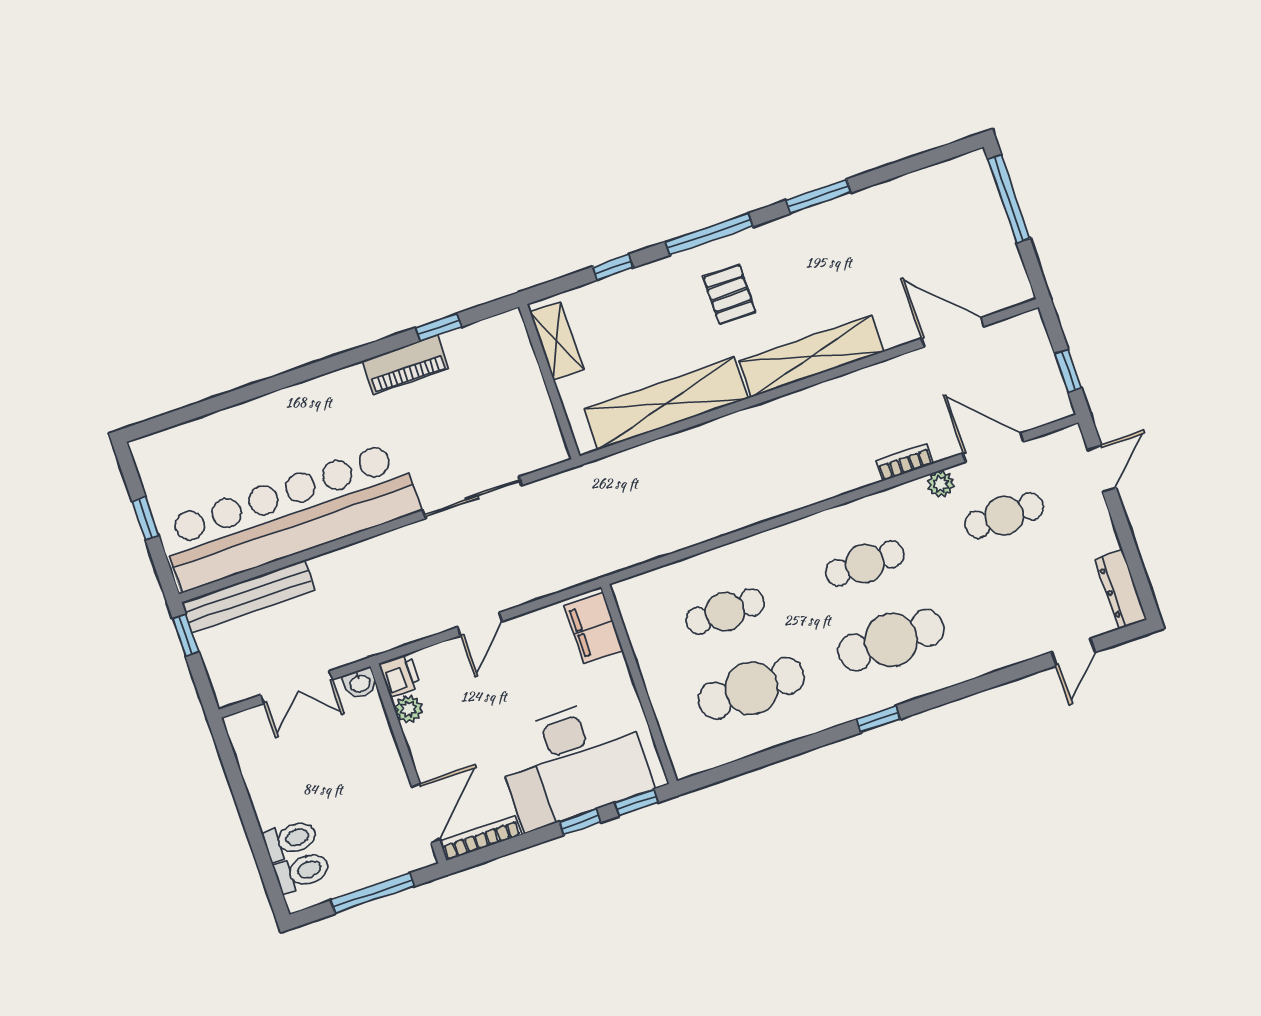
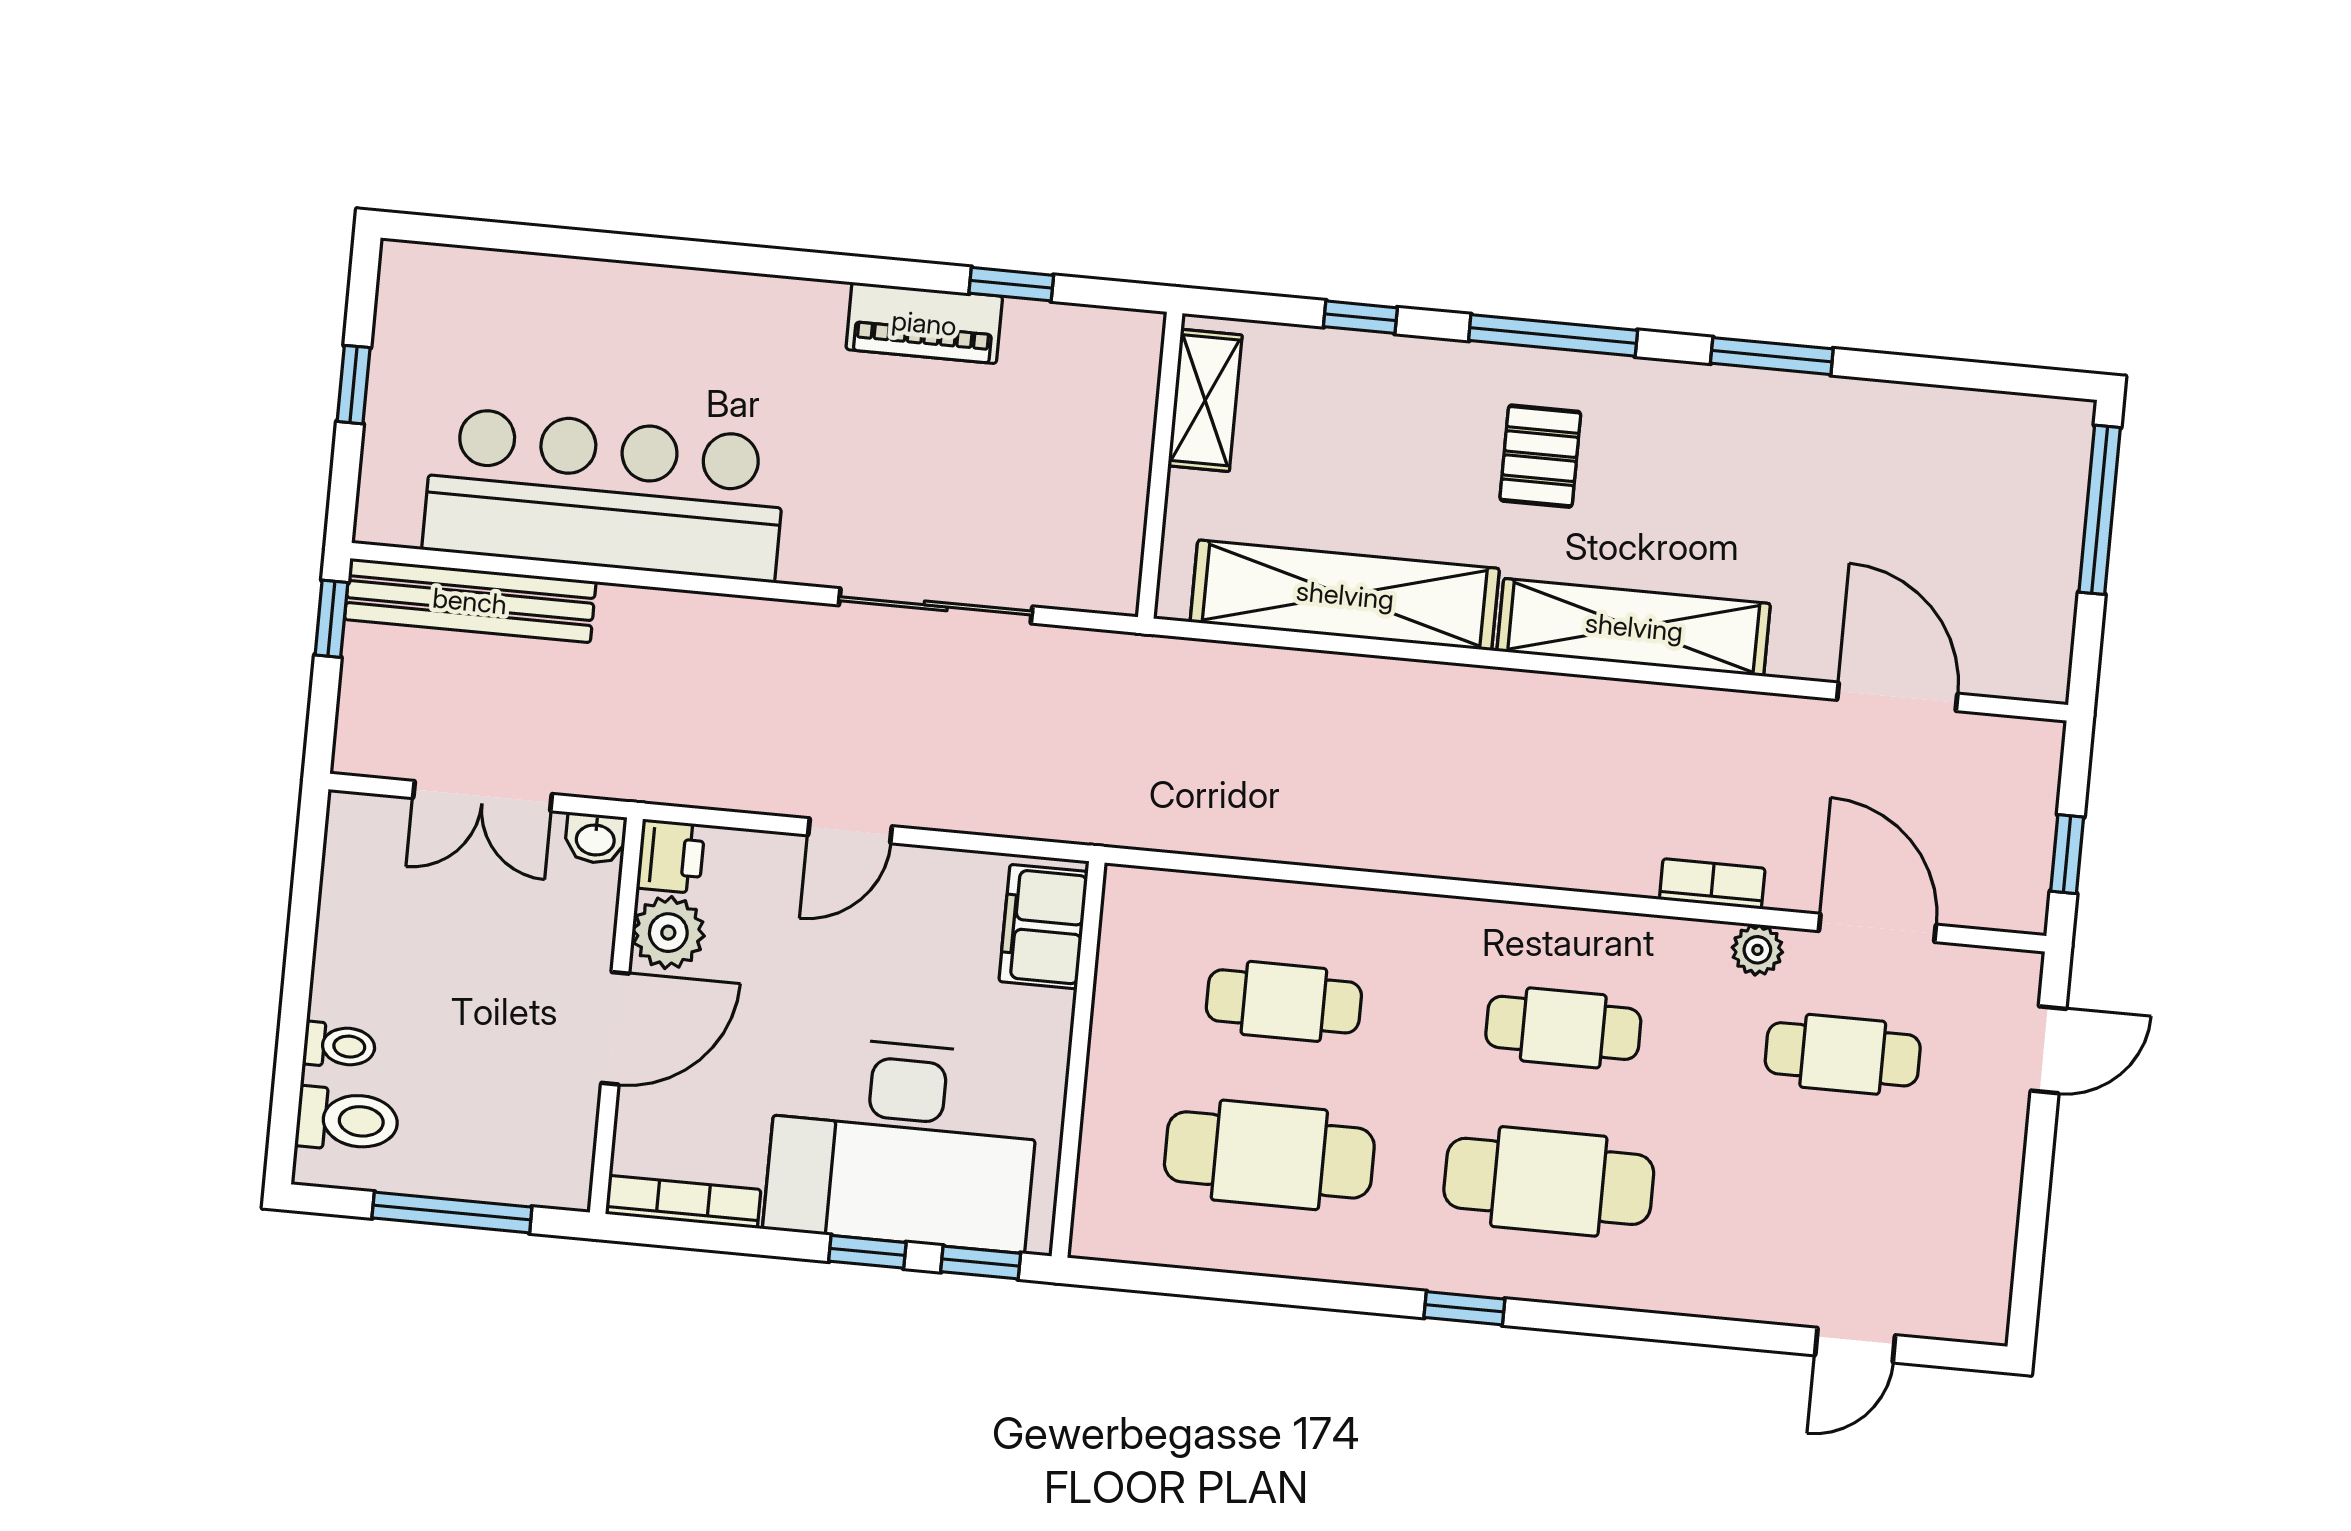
bar counter: (290, 516) -> (605, 494), width x0.73
dresser: (1121, 589) -> (1987, 1274), removed
plant: (409, 709) -> (668, 933), width x1.38, depth x1.38
door: (426, 813) -> (615, 1028), moved
toilet: (290, 840) -> (339, 1046), width x0.73, depth x0.72

